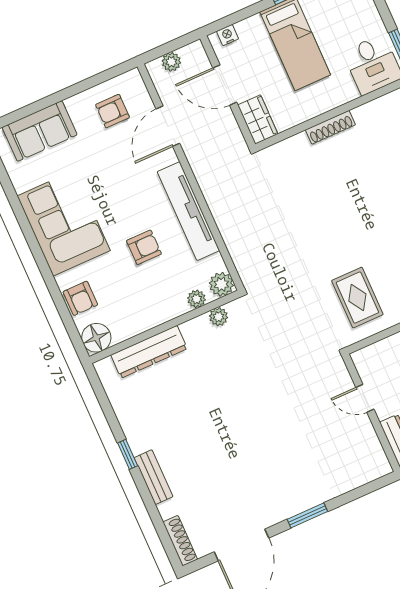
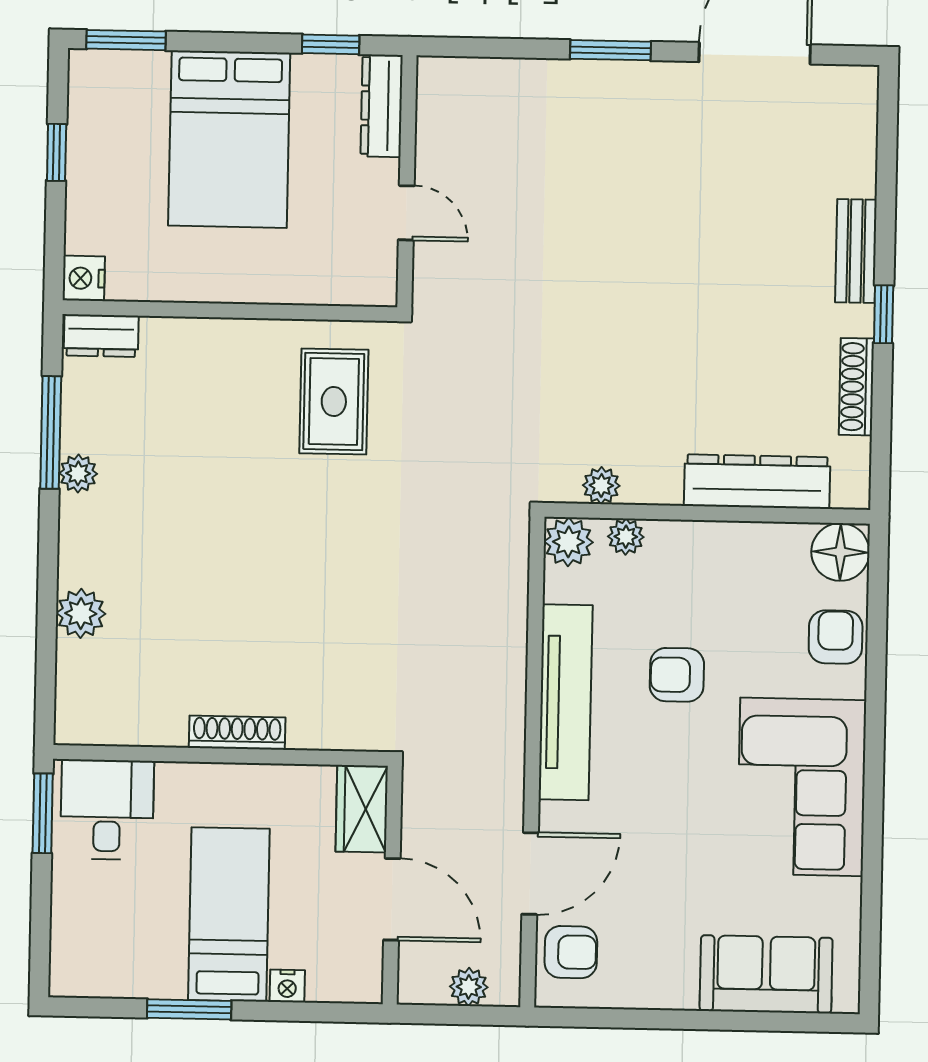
nightstand: (228, 35) -> (287, 986), moved
armchair: (112, 111) -> (571, 952), moved
shoe rack: (180, 541) -> (856, 387), moved

